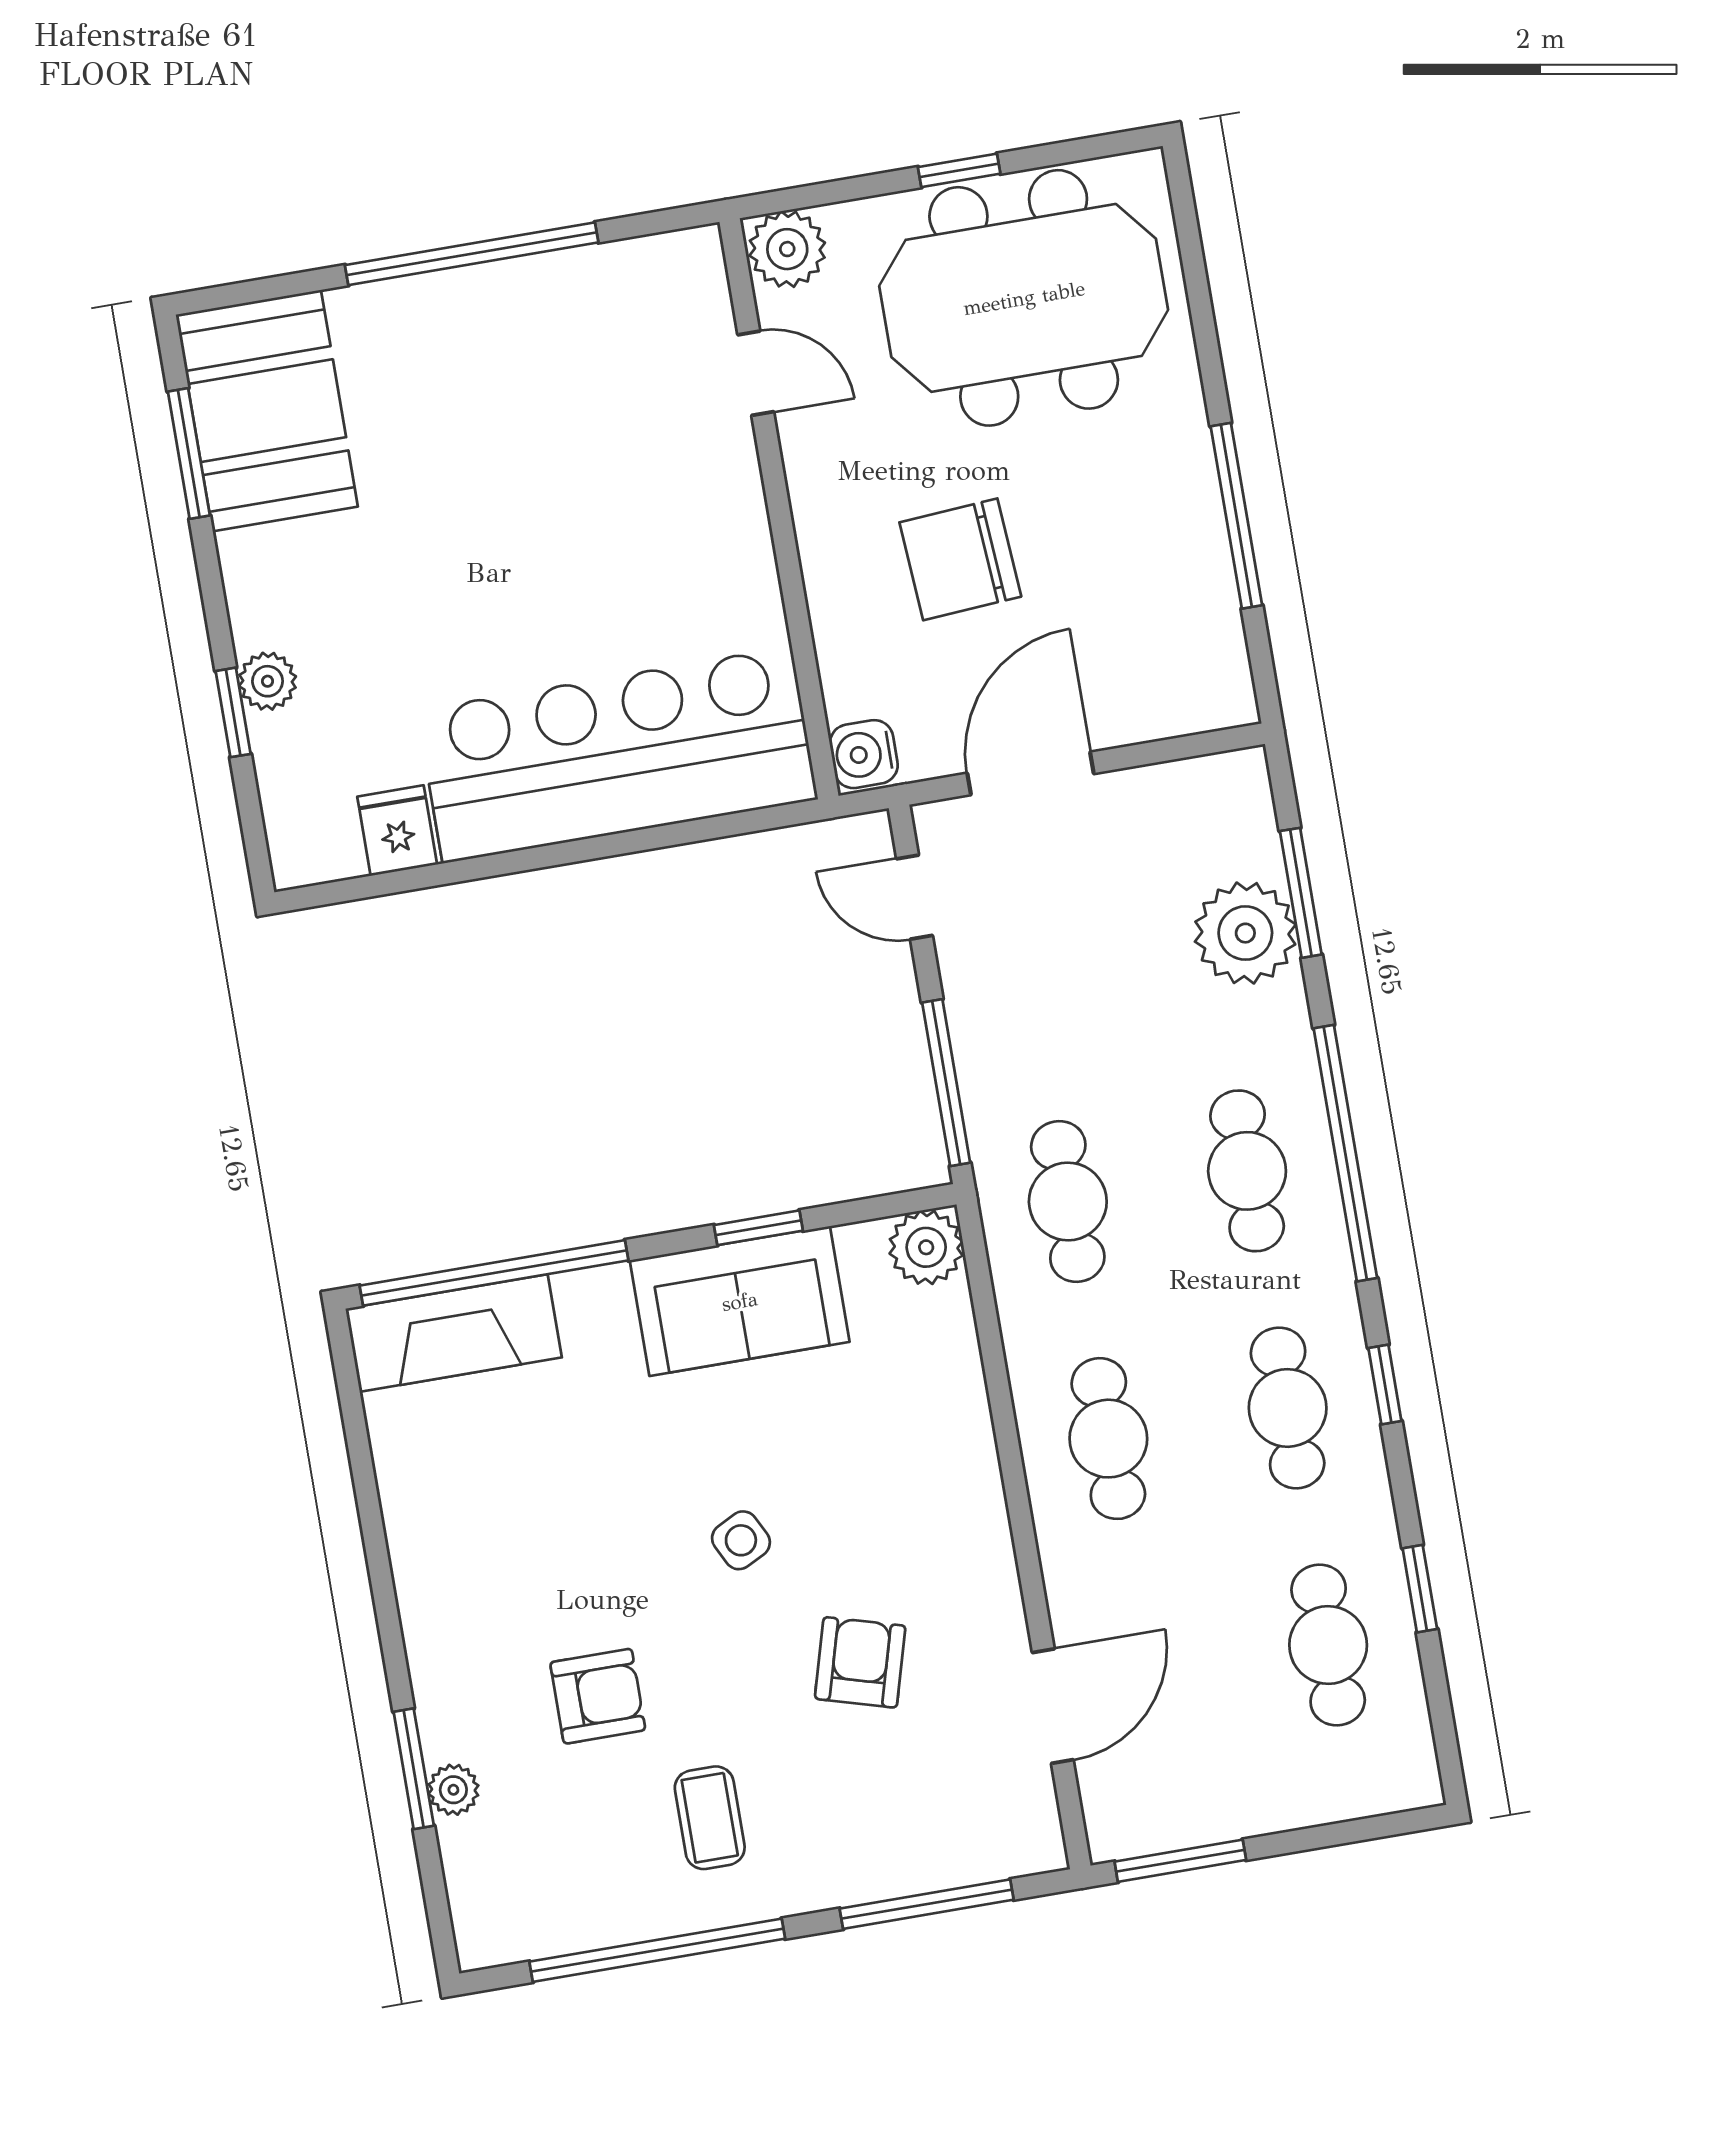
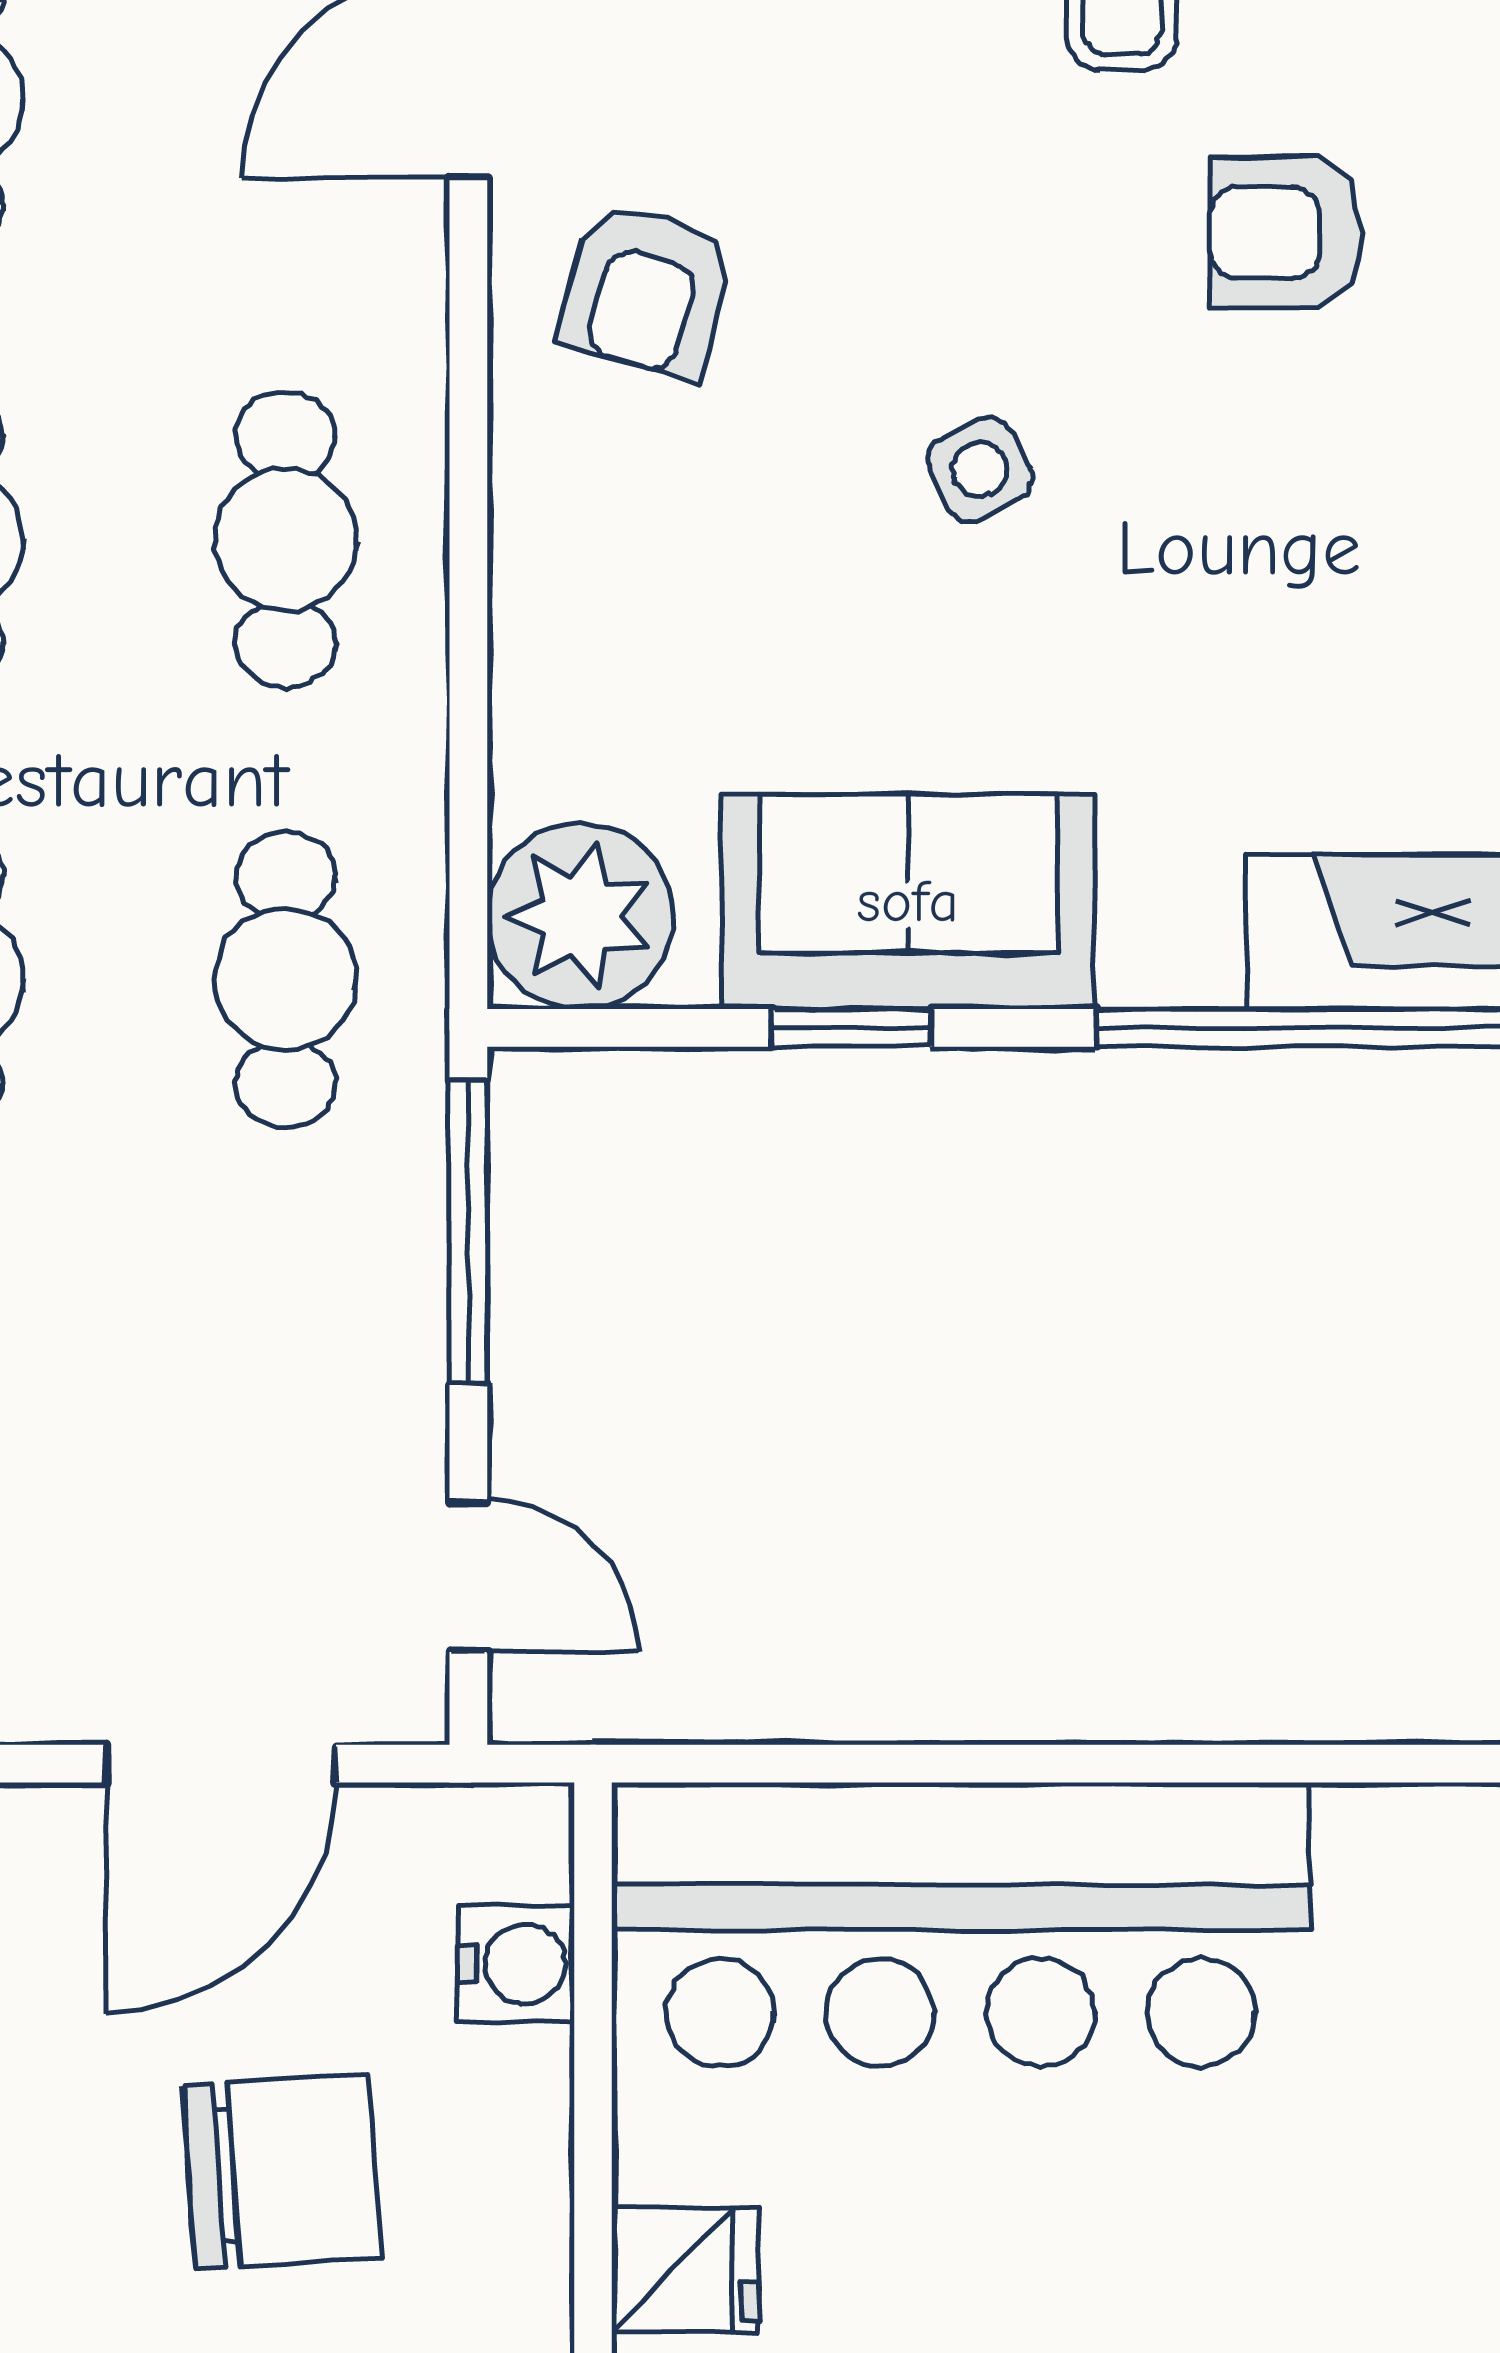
water cooler: (864, 754) -> (516, 1964), moved
fridge: (397, 831) -> (685, 2269), moved, turned -90
plant: (926, 1247) -> (580, 916), width x1.36, depth x1.36
armchair: (860, 1662) -> (647, 290), moved

